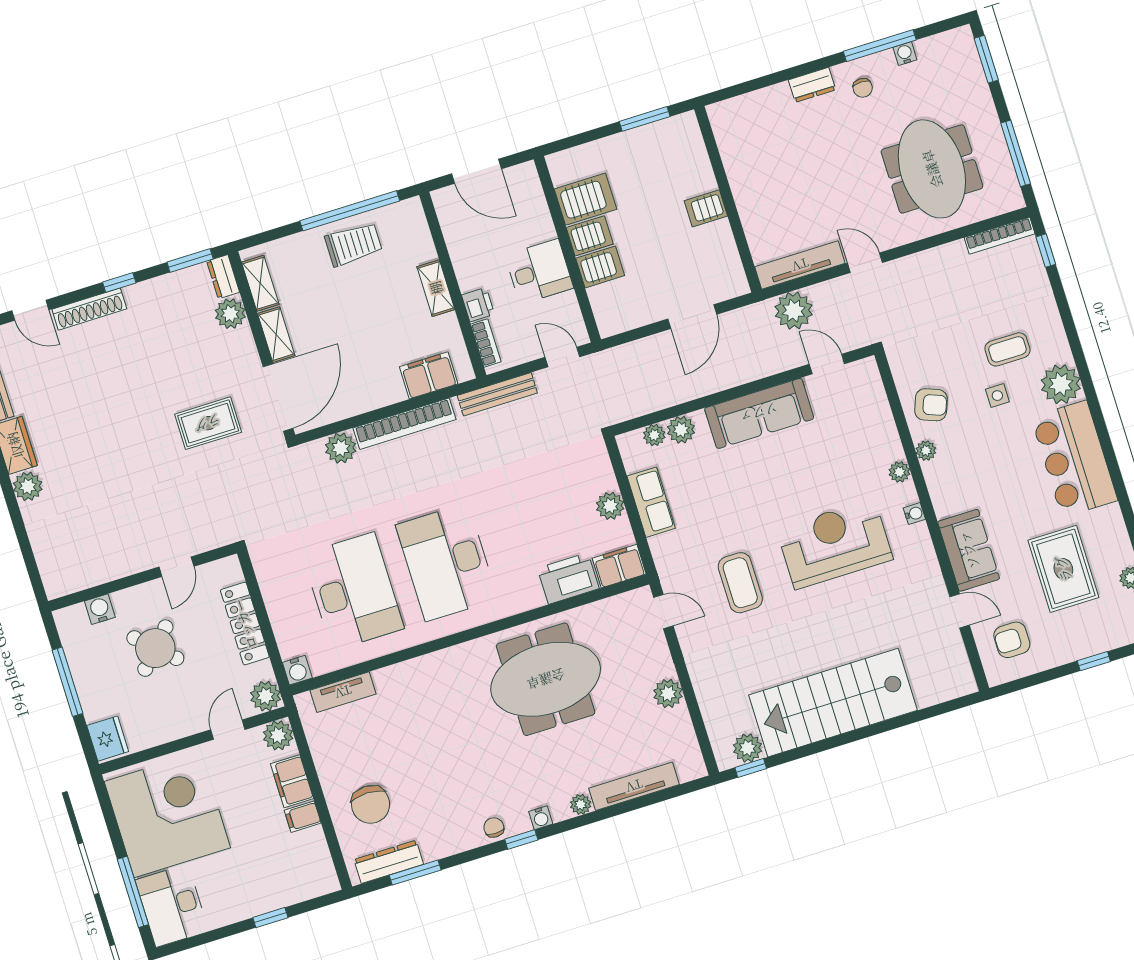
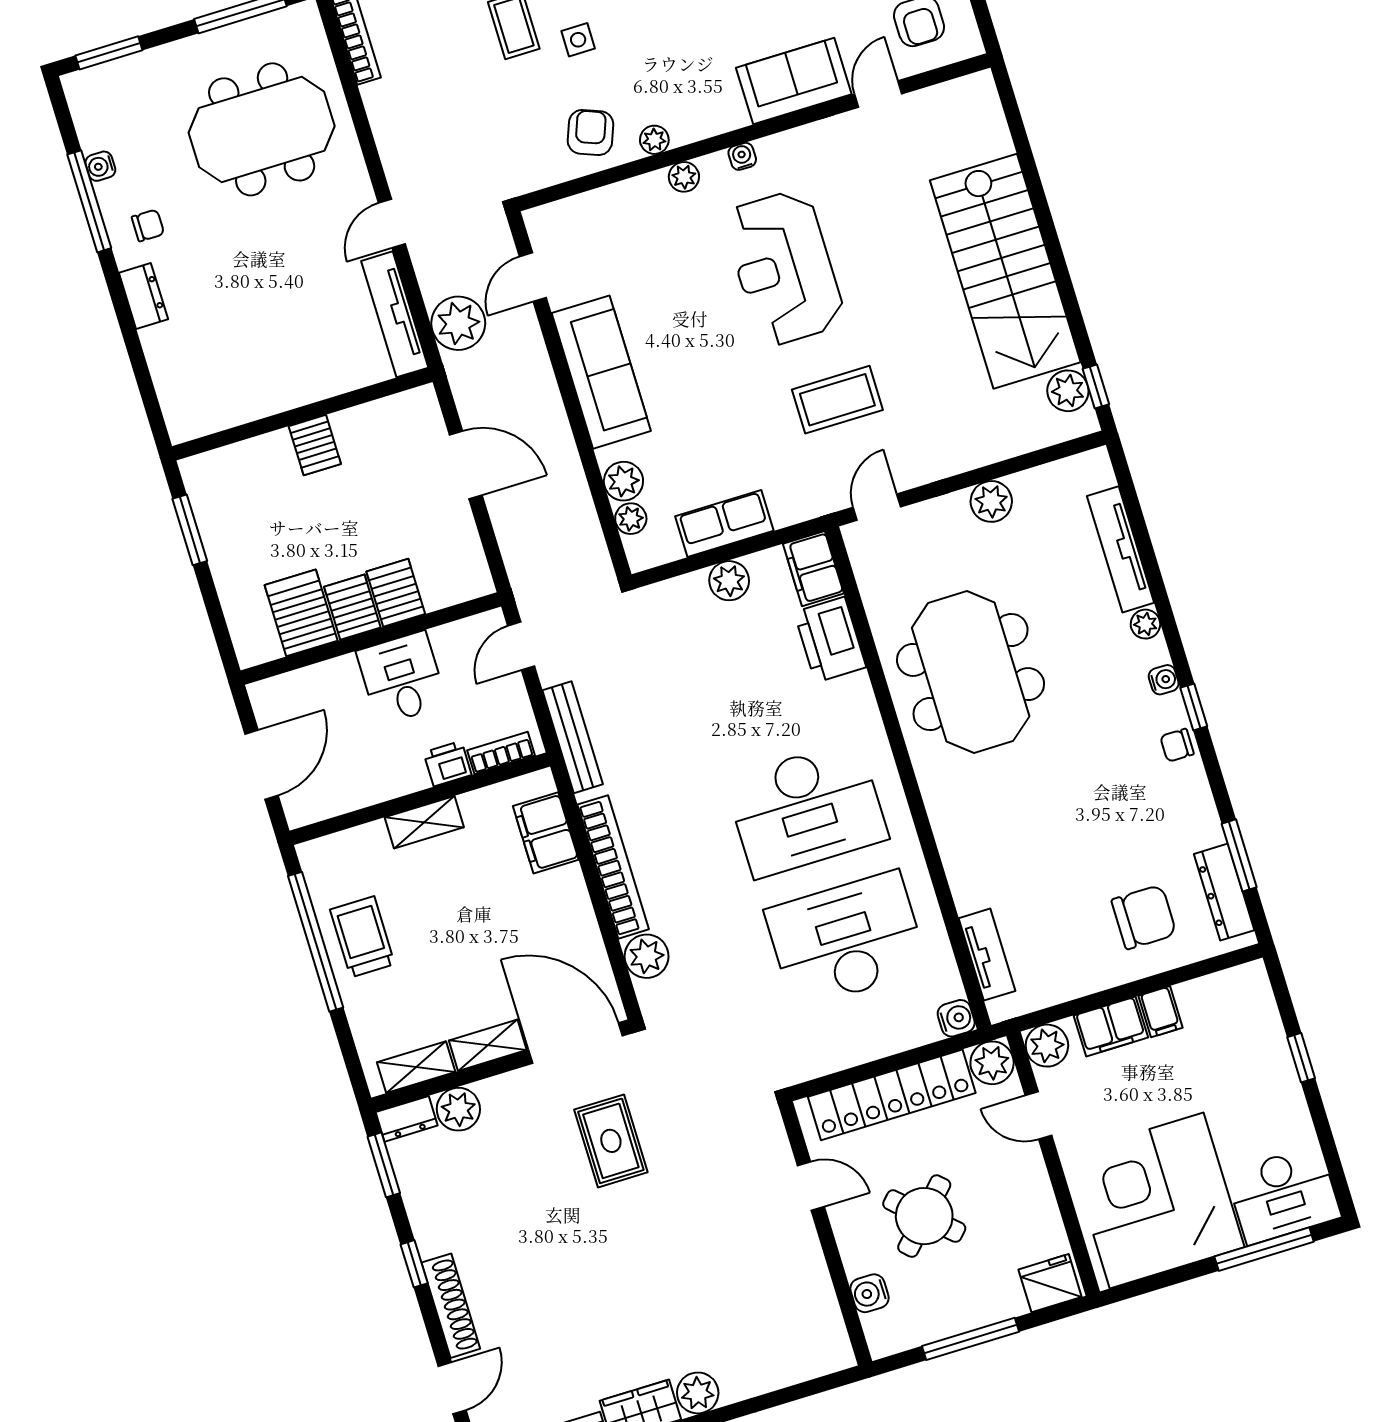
locker: (245, 624) -> (892, 1095), width x1.41, depth x1.21

